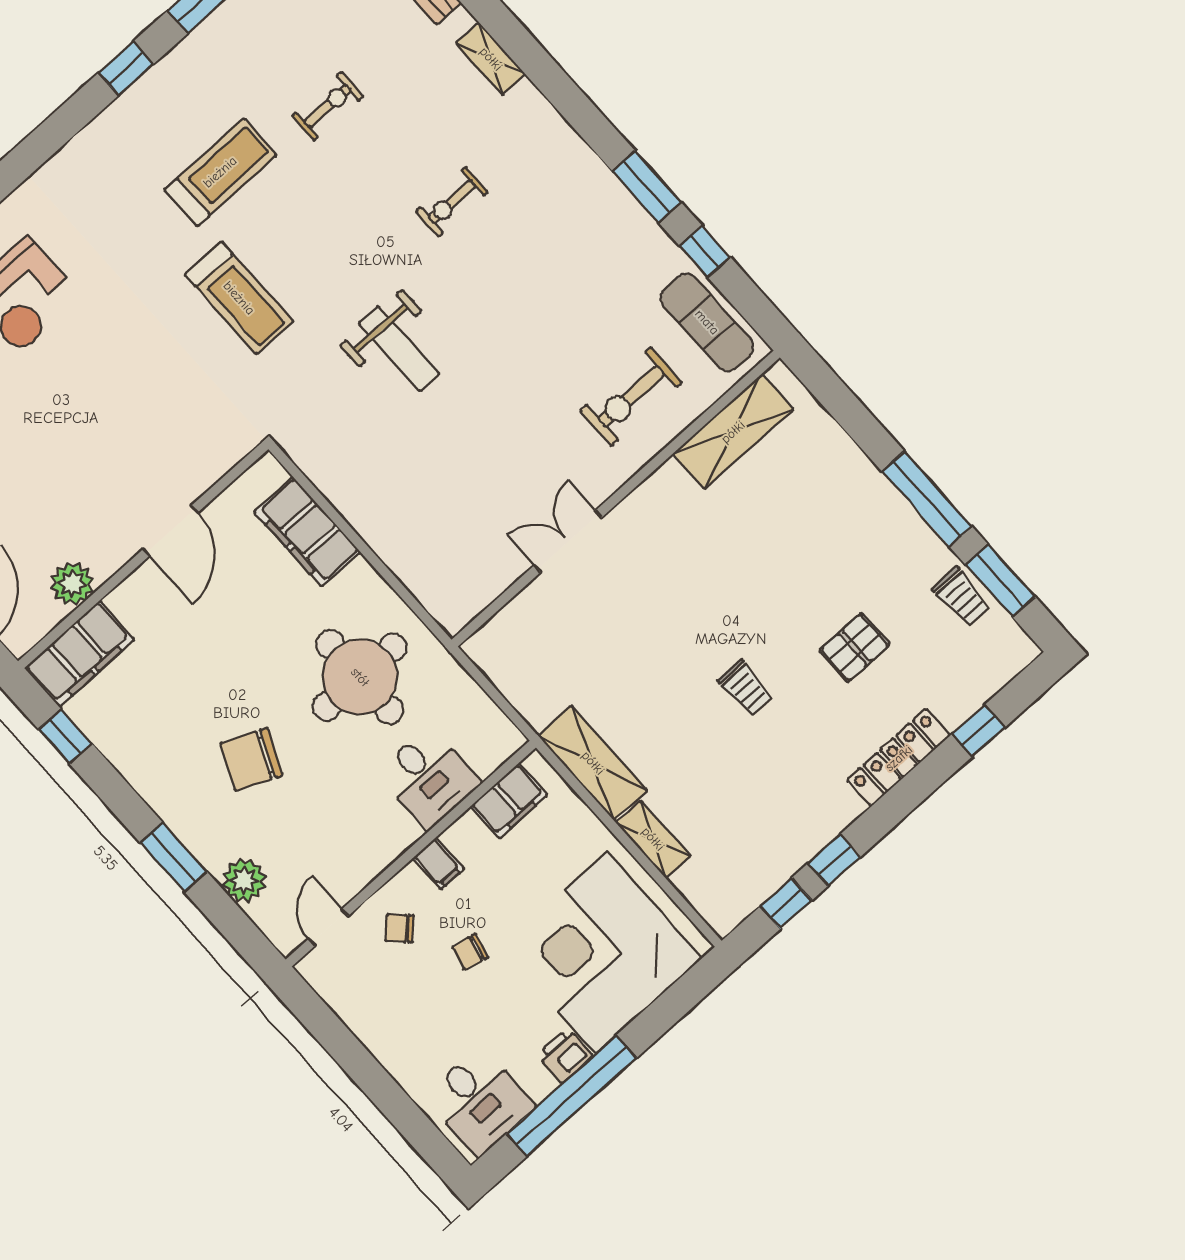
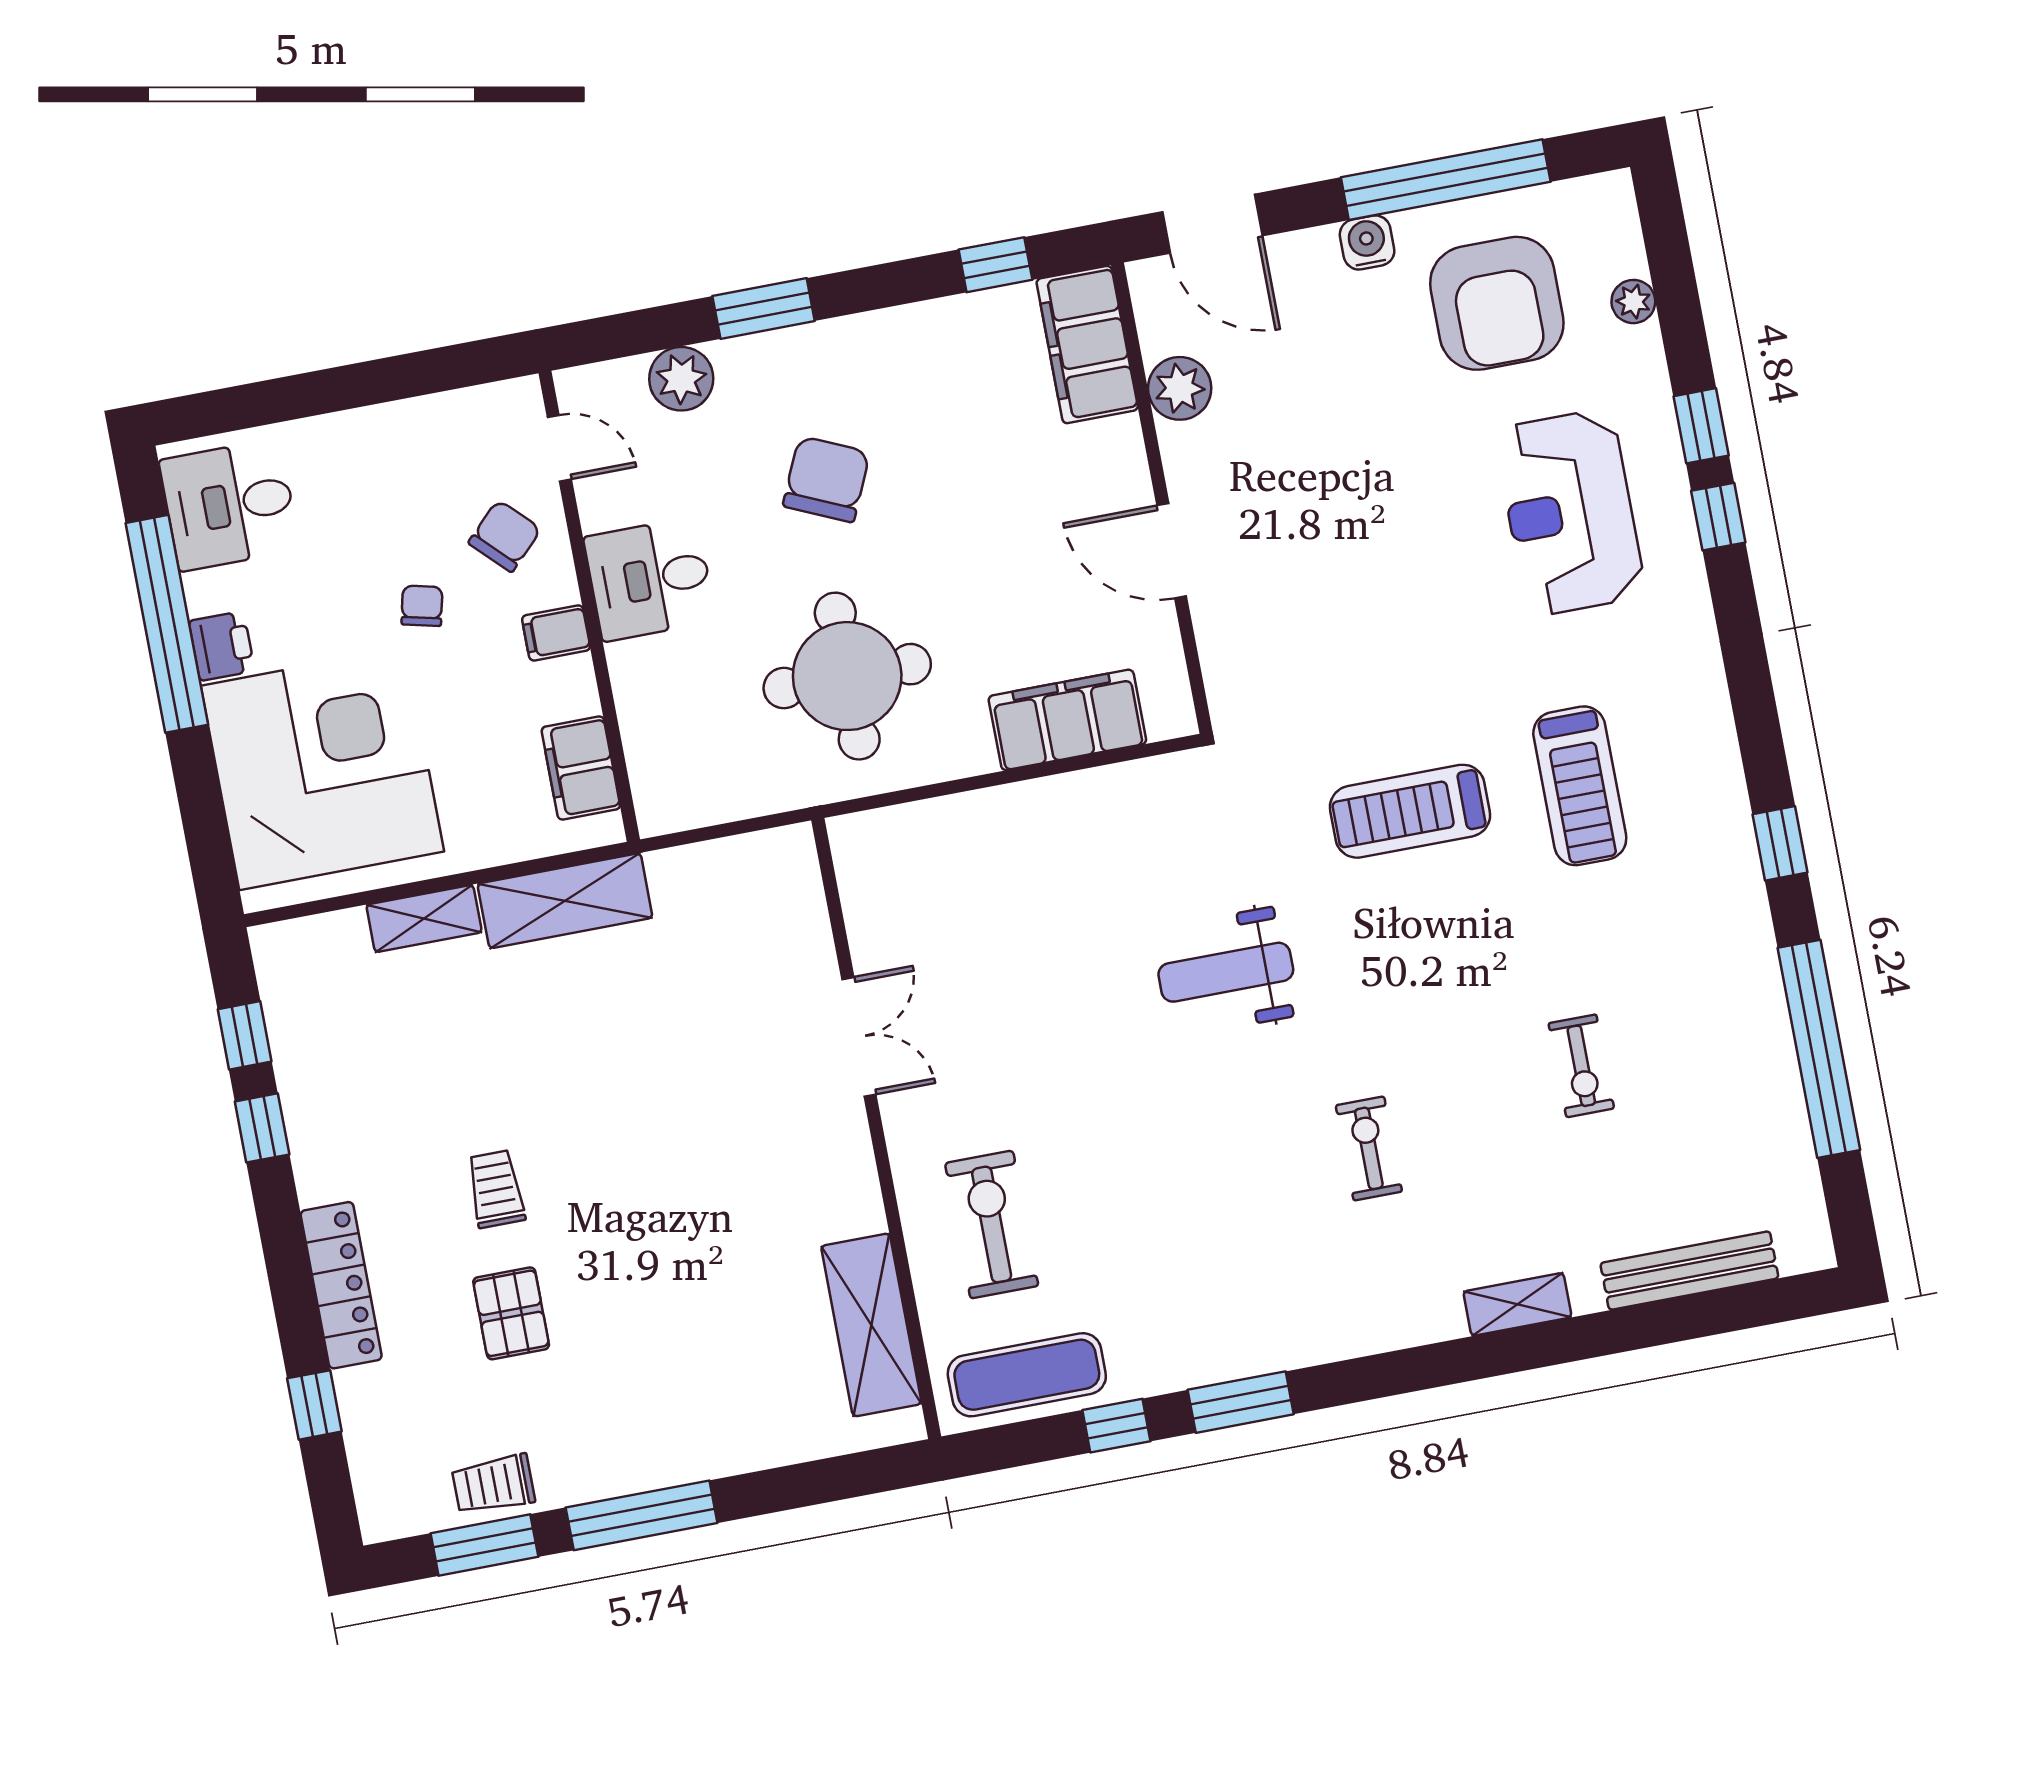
treadmill: (220, 172) -> (1580, 786), moved
trolley: (746, 688) -> (496, 1189), moved, turned 90
desk: (428, 778) -> (650, 579), moved
chair: (399, 928) -> (505, 536), width x1.37, depth x1.37

